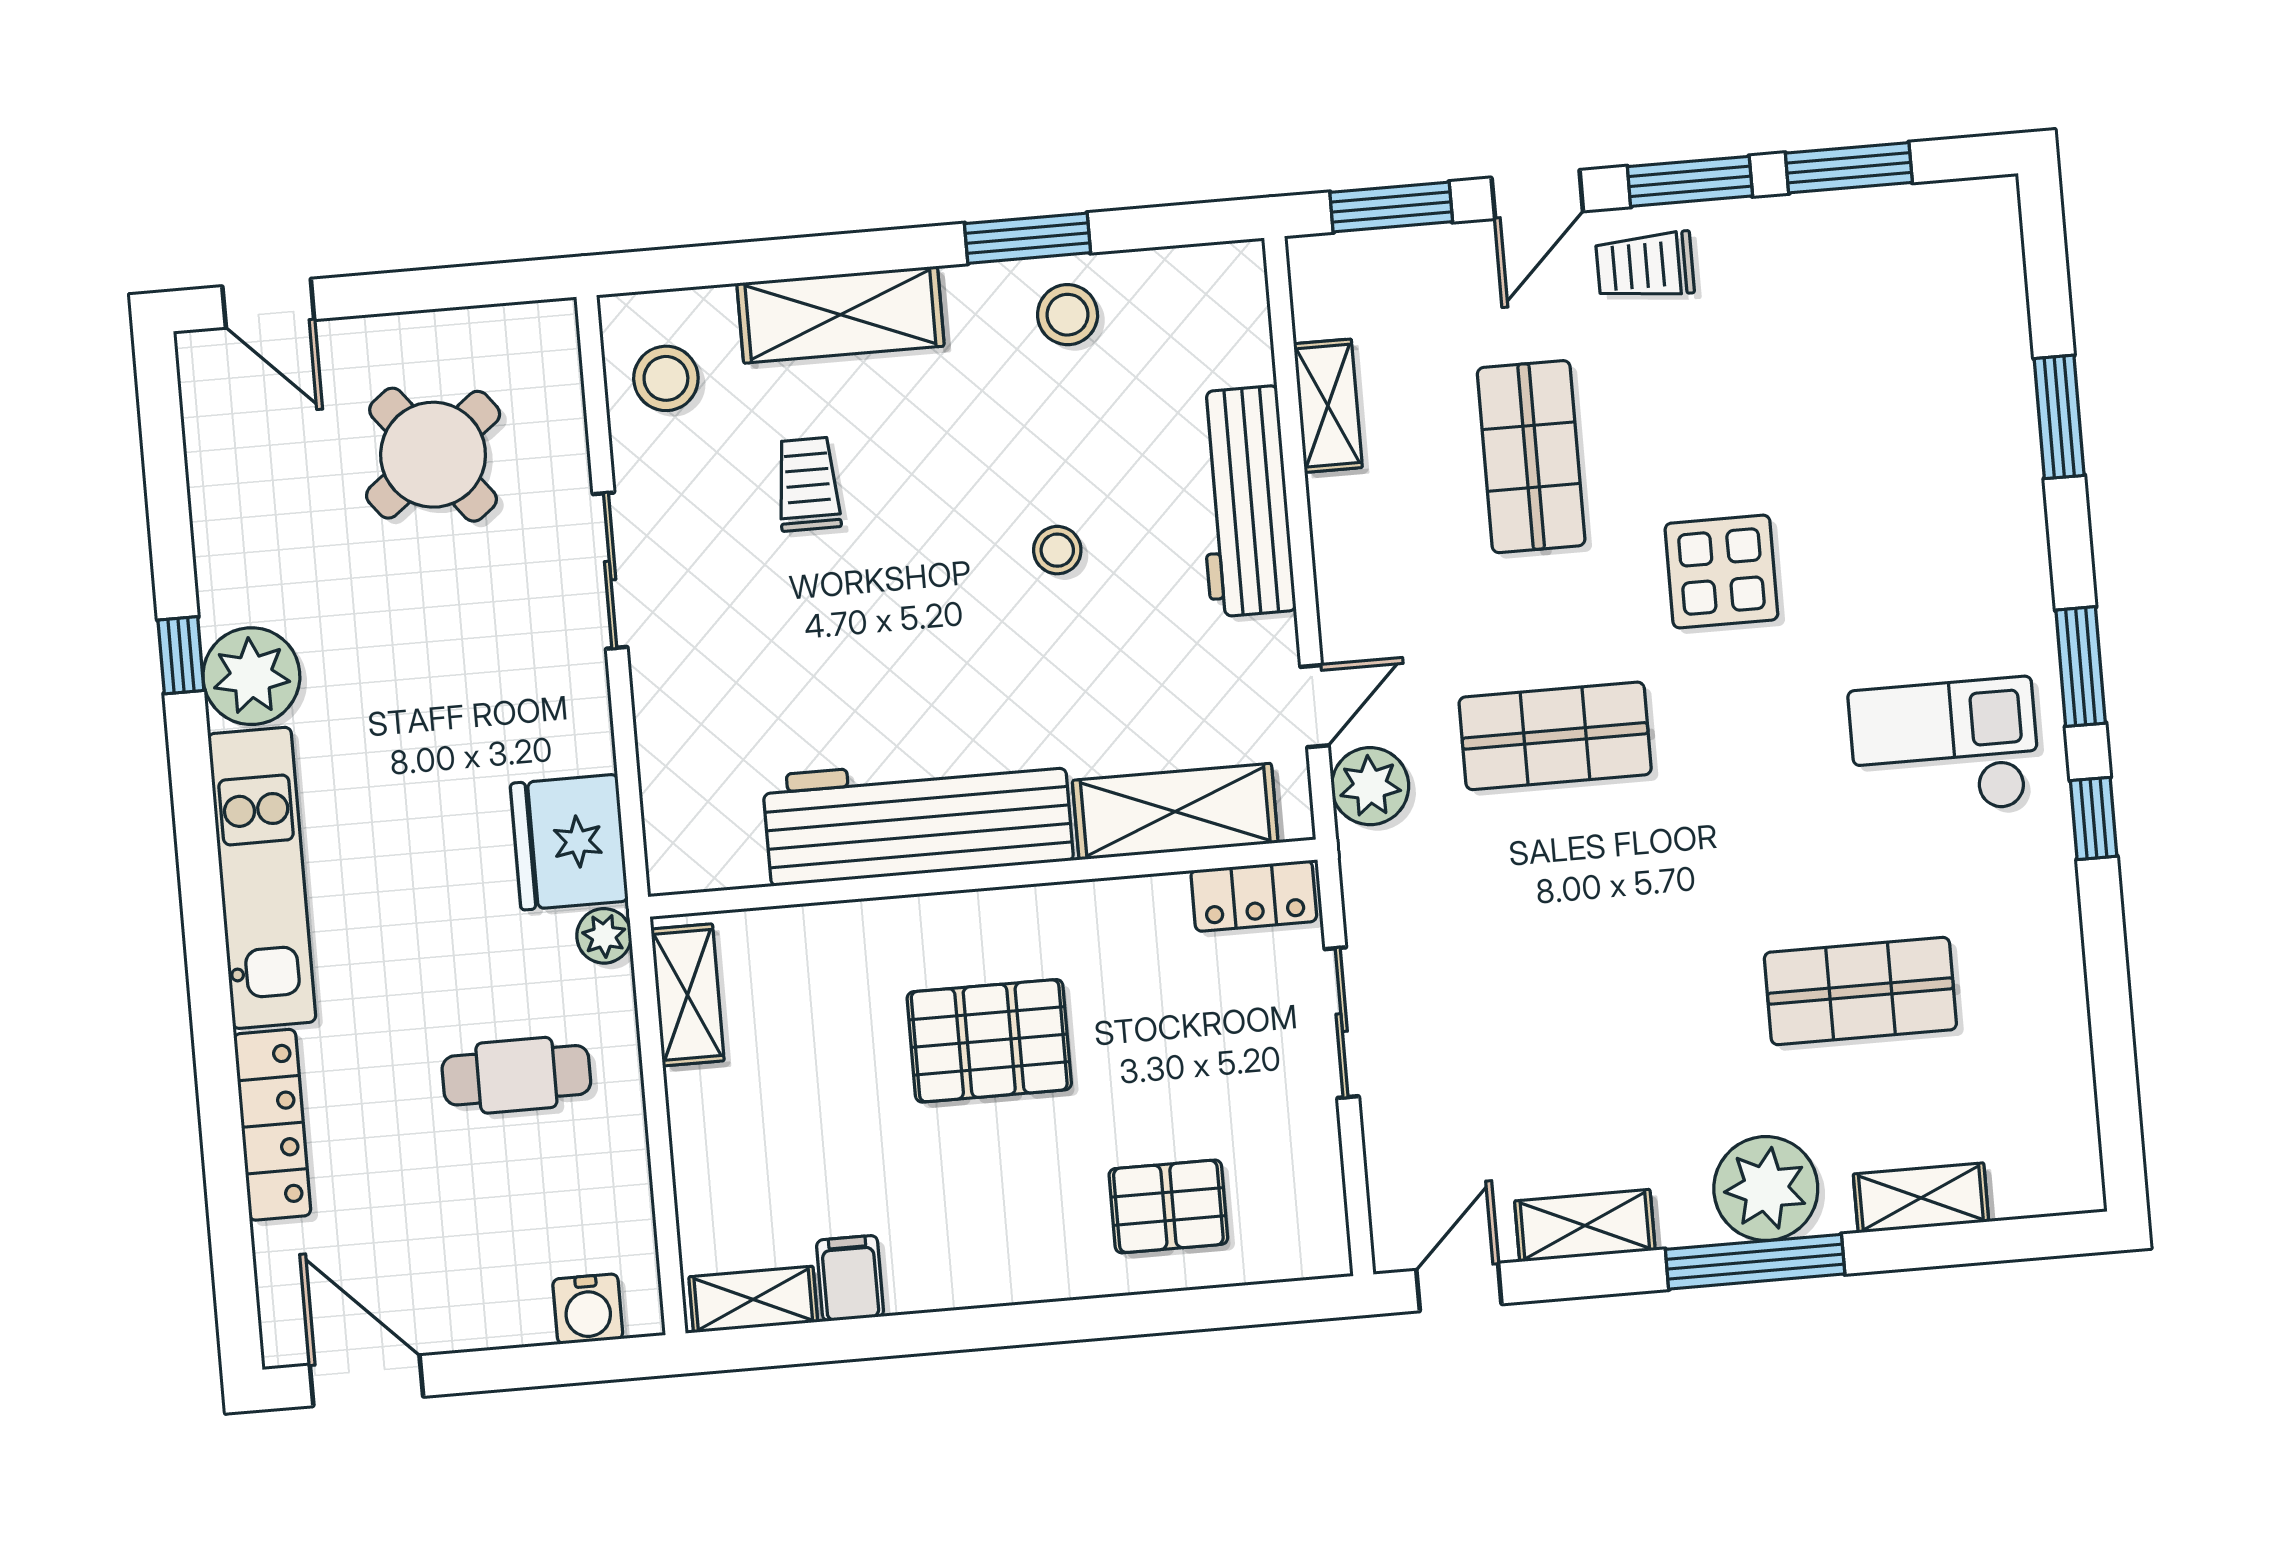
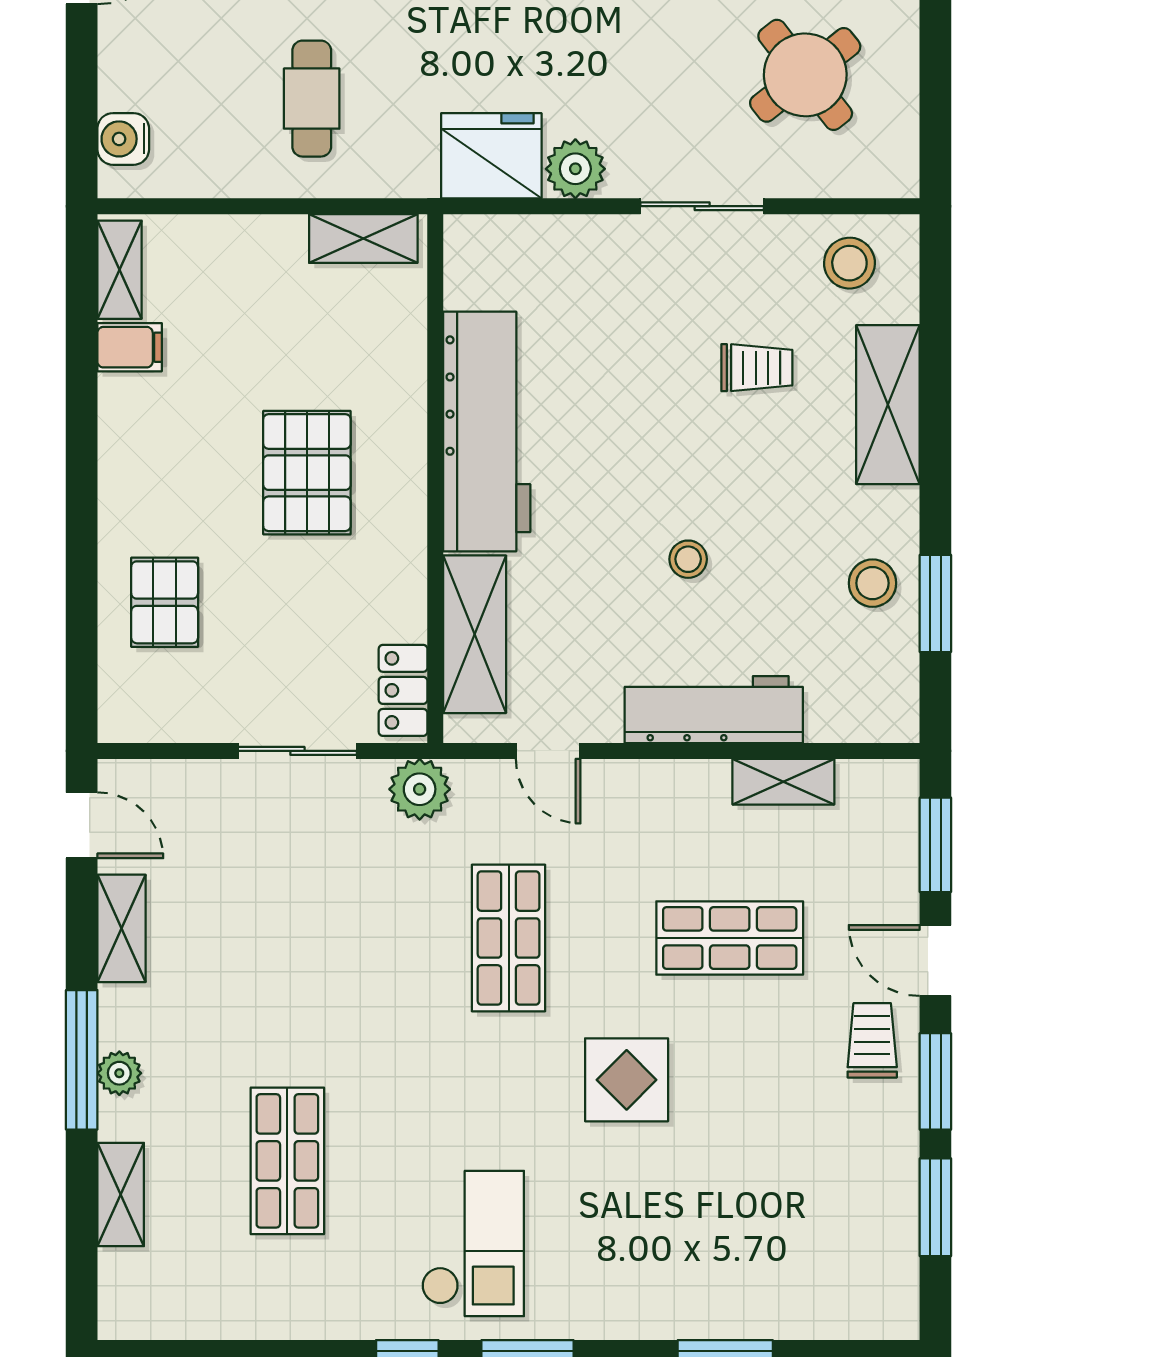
window: (1028, 238) -> (935, 603), moved
plant: (1370, 786) -> (420, 789), moved
plant: (604, 936) -> (575, 169), moved, width x1.38, depth x1.38
plant: (1766, 1189) -> (119, 1073), width x0.53, depth x0.53

